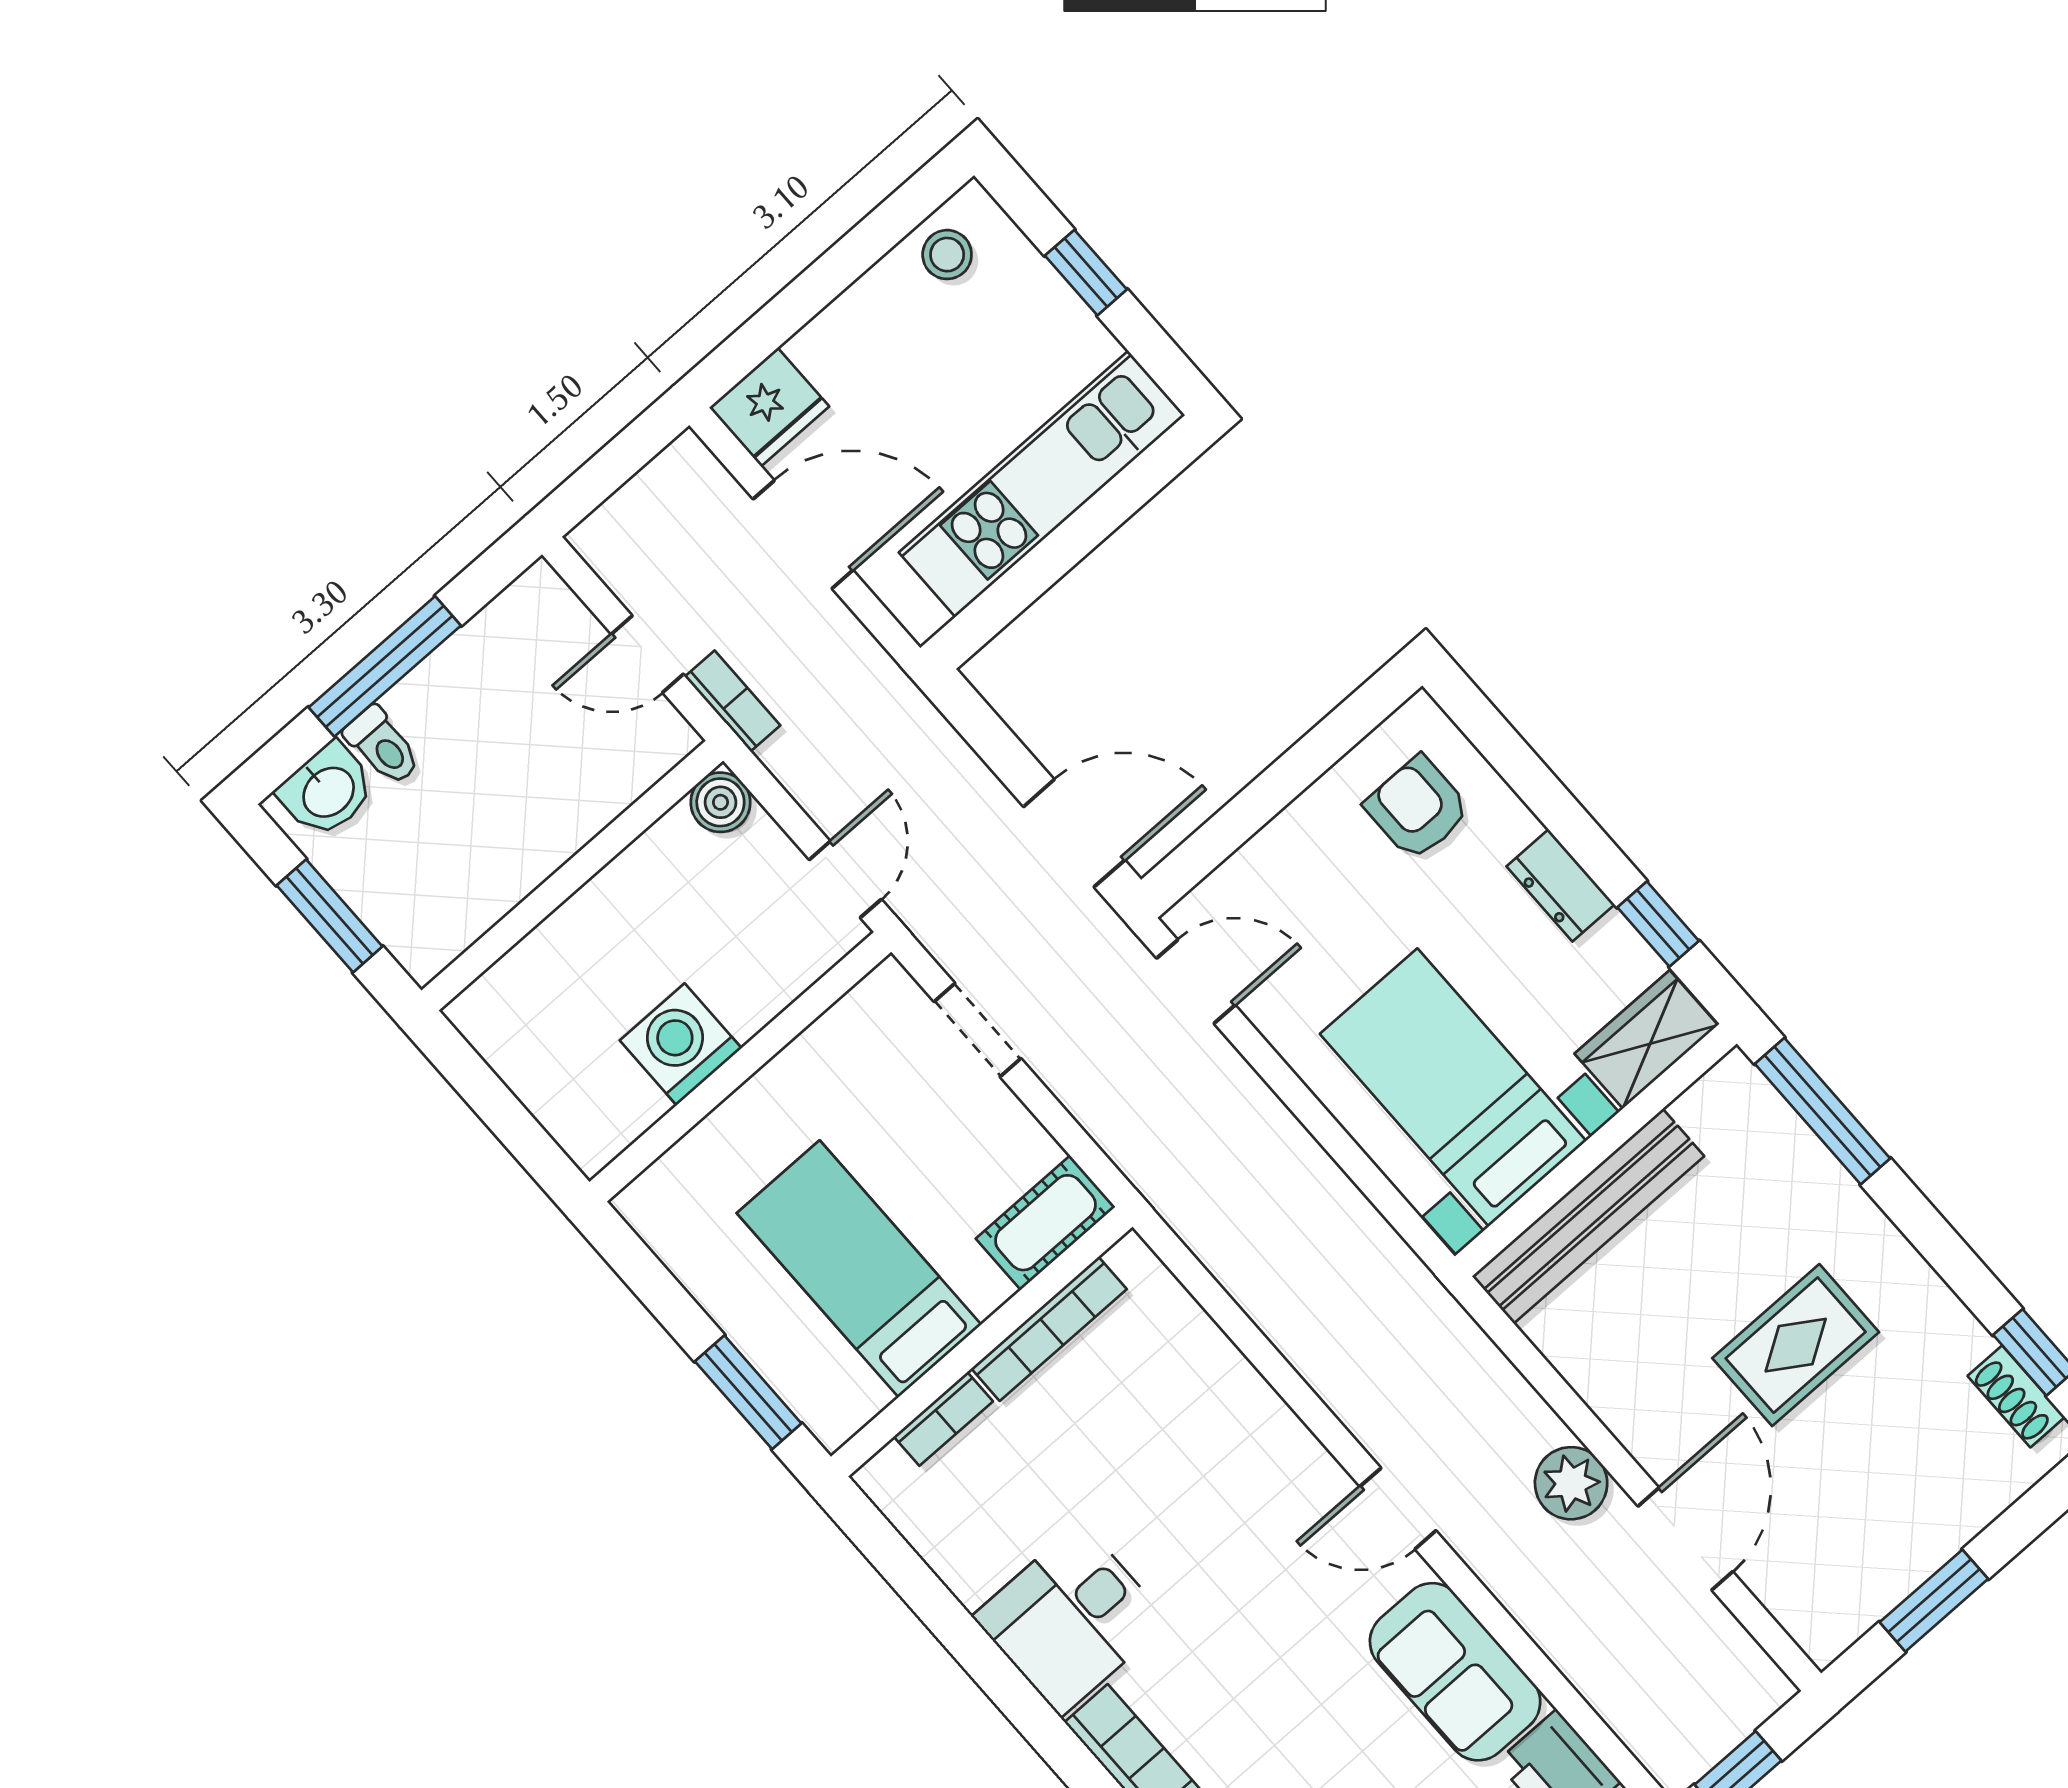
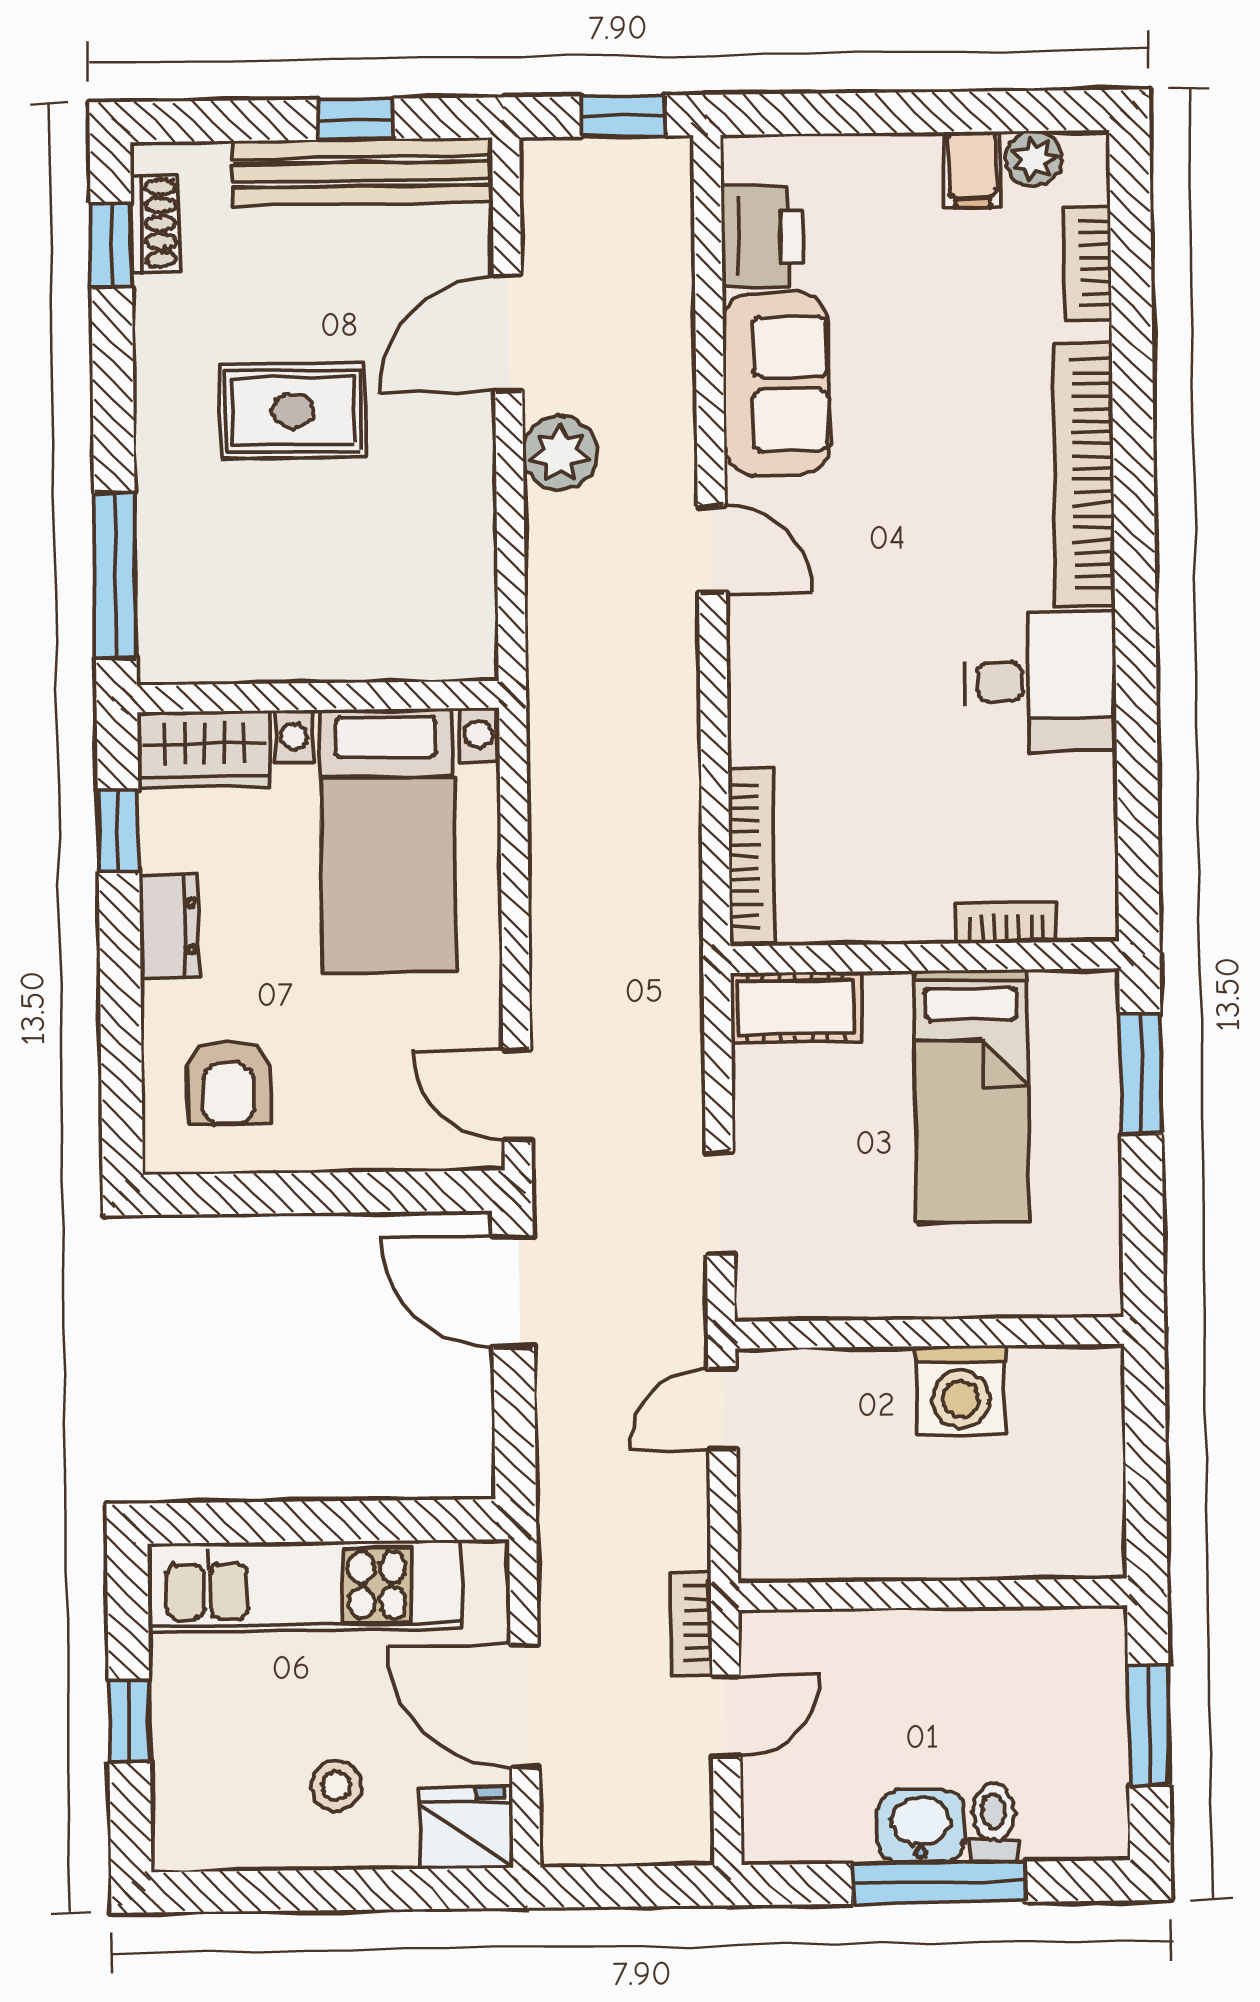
stool: (947, 255) -> (336, 1786), moved
door: (647, 654) -> (726, 1717), hinge flipped
washbasin: (327, 791) -> (921, 1826), moved
boiler: (720, 802) -> (768, 1552), removed
bench: (1588, 1216) -> (362, 172), moved
bookcase: (1049, 1329) -> (751, 856), moved, turned 90
window: (1934, 1601) -> (356, 119), width x0.67

